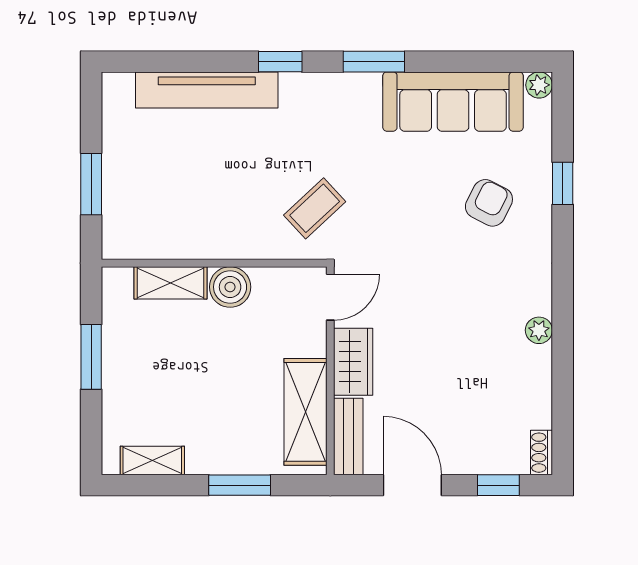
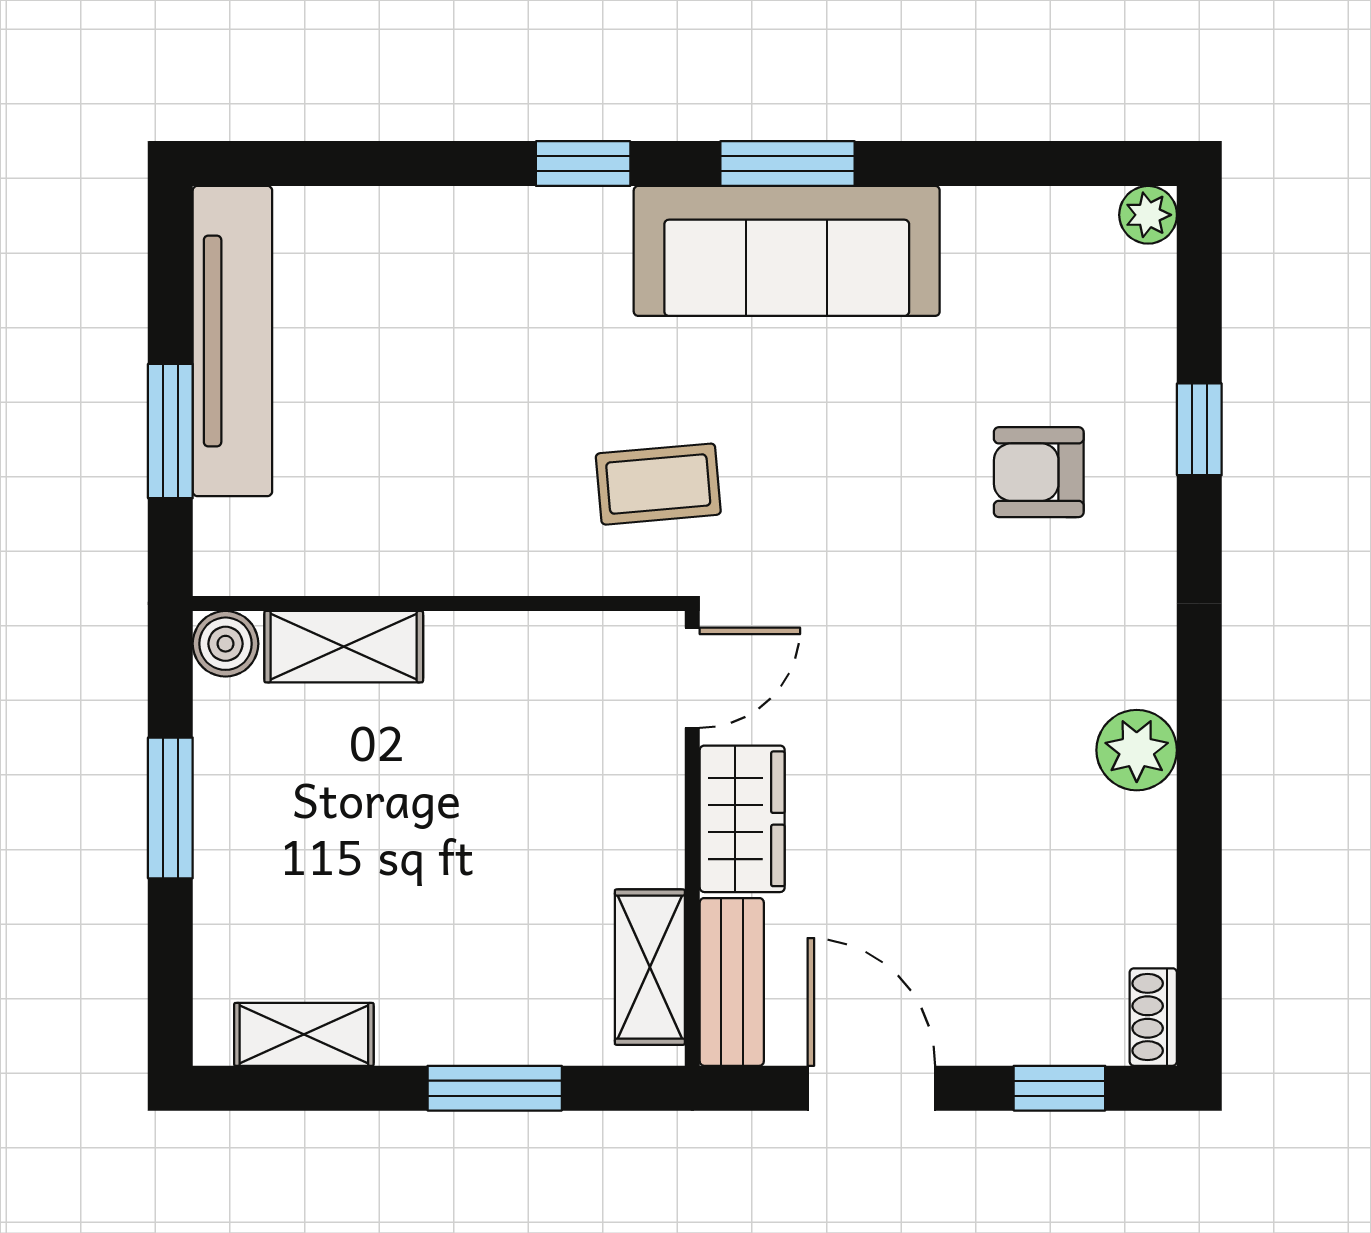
tv unit: (207, 90) -> (232, 341), moved, turned -90
sofa: (453, 102) -> (787, 251), moved
armchair: (489, 203) -> (1039, 472), turned -117
coffee table: (315, 208) -> (658, 484), turned 38
boiler: (230, 287) -> (226, 644), moved, width x0.73, depth x0.73
plant: (539, 330) -> (1137, 750), width x1.38, depth x1.38
shelving: (305, 412) -> (650, 967), width x0.67, depth x0.75

